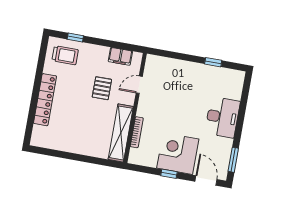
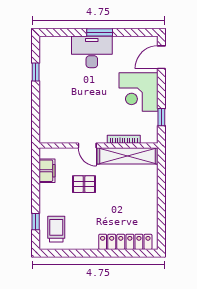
door: (139, 85) -> (87, 146), moved
locker: (45, 100) -> (125, 242), moved
window: (233, 160) -> (100, 32), moved
window: (169, 174) -> (161, 117), moved

